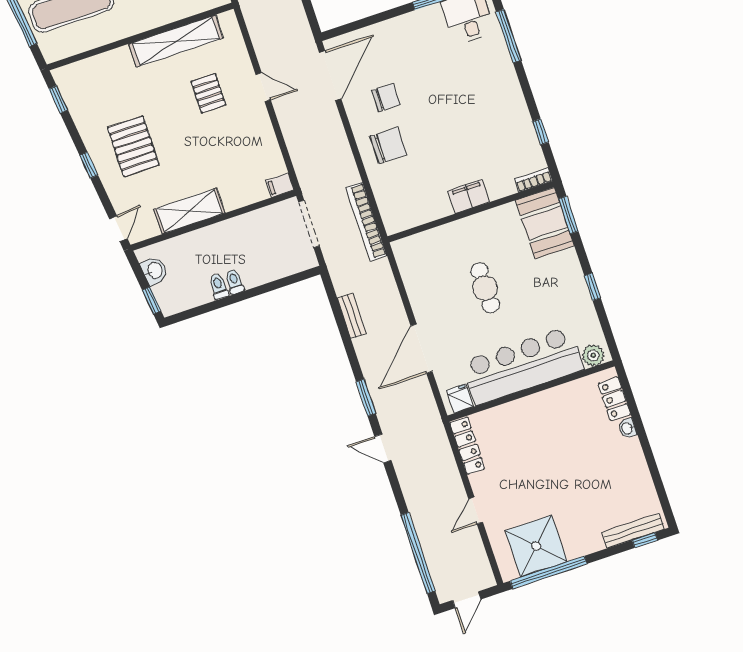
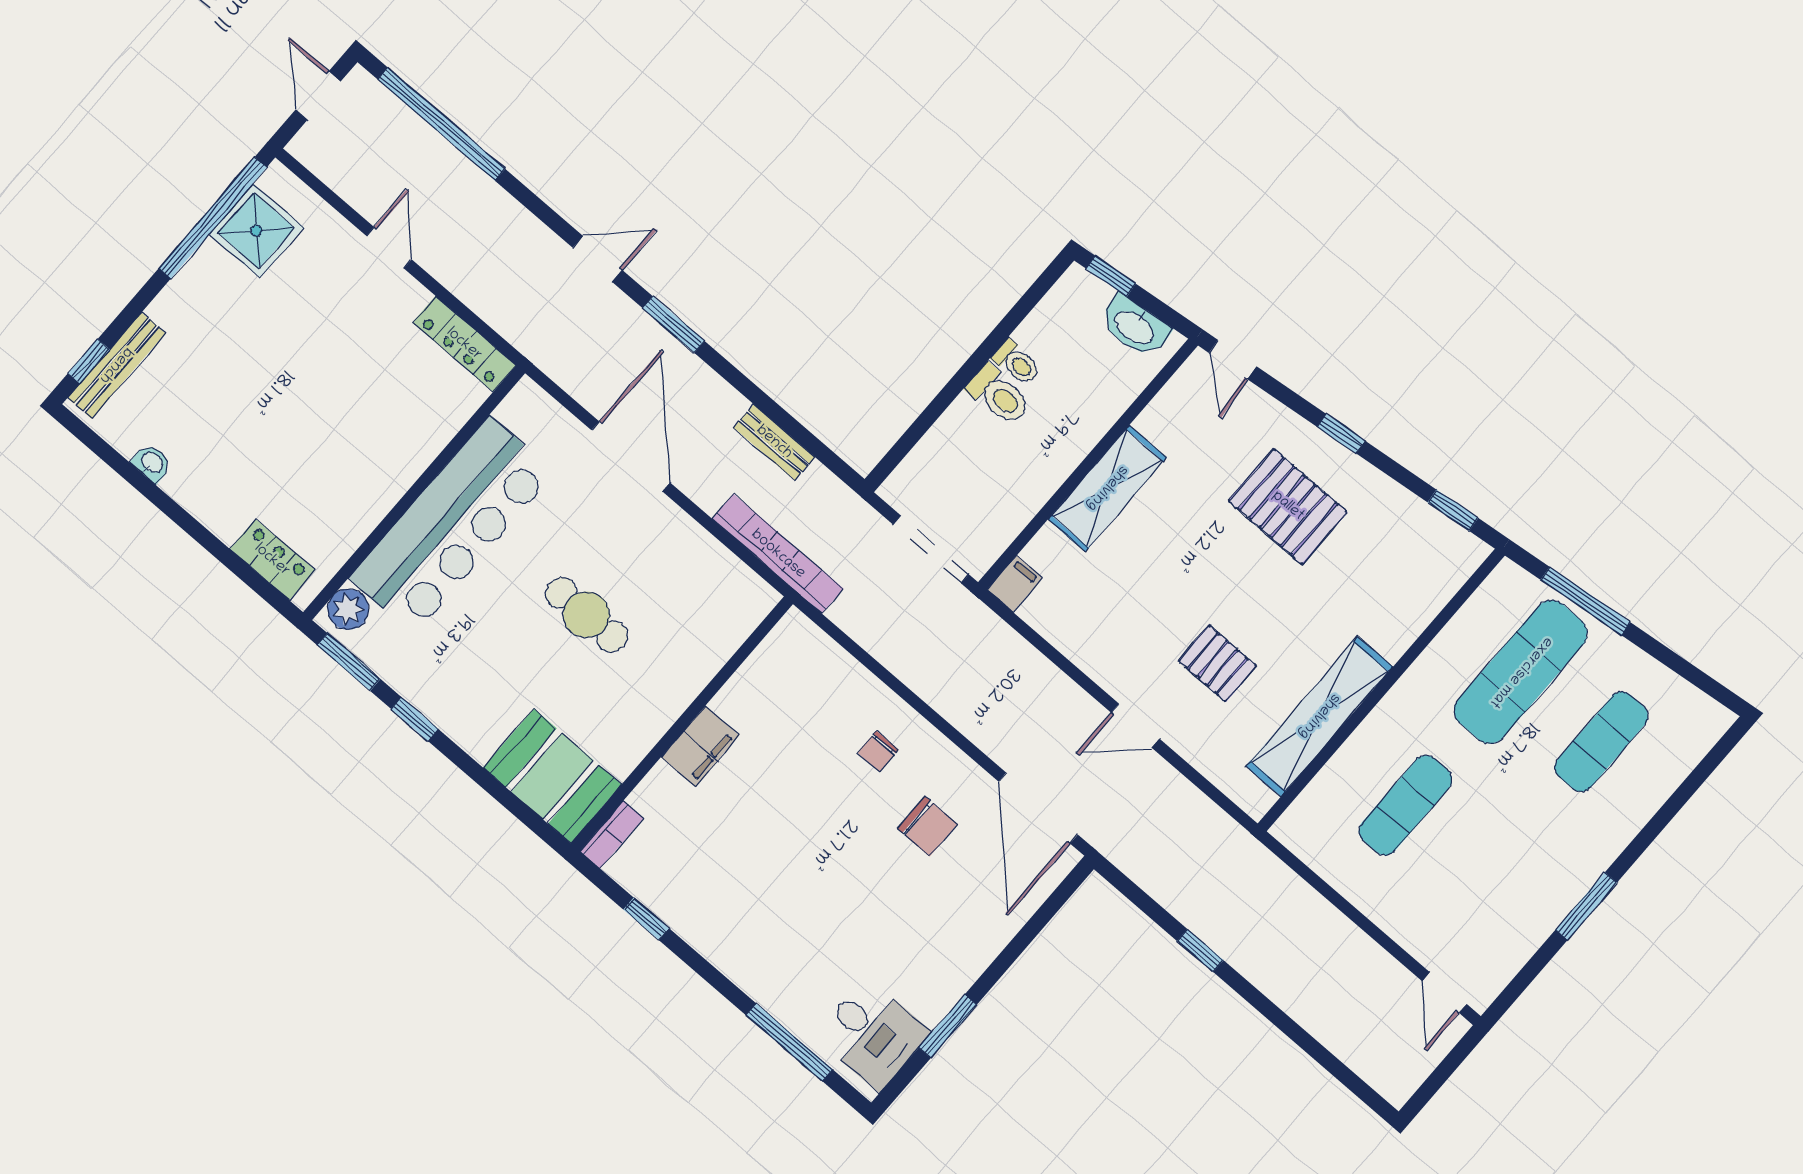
chair: (386, 98) -> (927, 826), turned -90
chair: (388, 146) -> (878, 751), width x0.54, depth x0.54
shelving: (189, 211) -> (1107, 488), moved
window: (568, 215) -> (349, 662), moved
bookcase: (366, 222) -> (778, 554), moved
washbasin: (154, 271) -> (1135, 327), width x1.38
toilet: (234, 282) -> (999, 395), width x1.37, depth x1.39
fridge: (460, 399) -> (521, 413), removed
washbasin: (627, 428) -> (152, 463), moved
shower: (536, 546) -> (256, 231), width x0.73, depth x0.73

